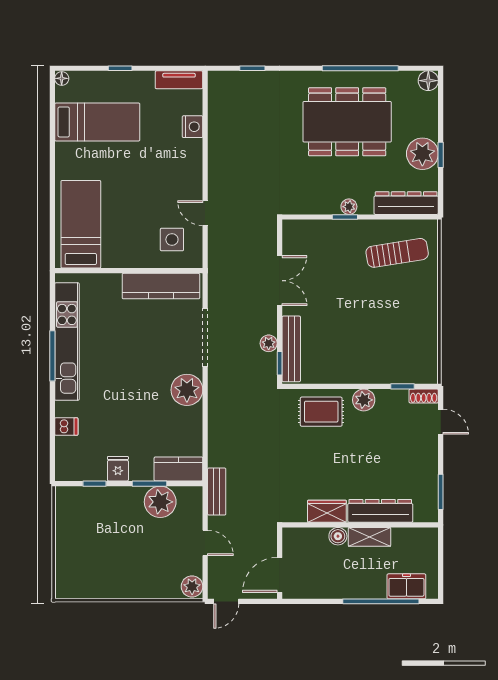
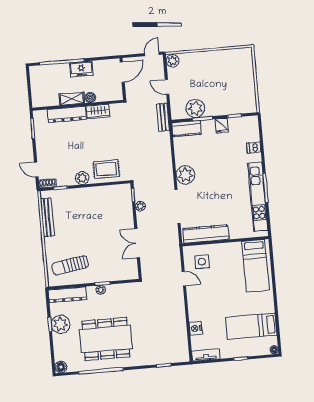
bench: (291, 349) -> (47, 217), moved
freezer: (406, 586) -> (81, 69), moved

